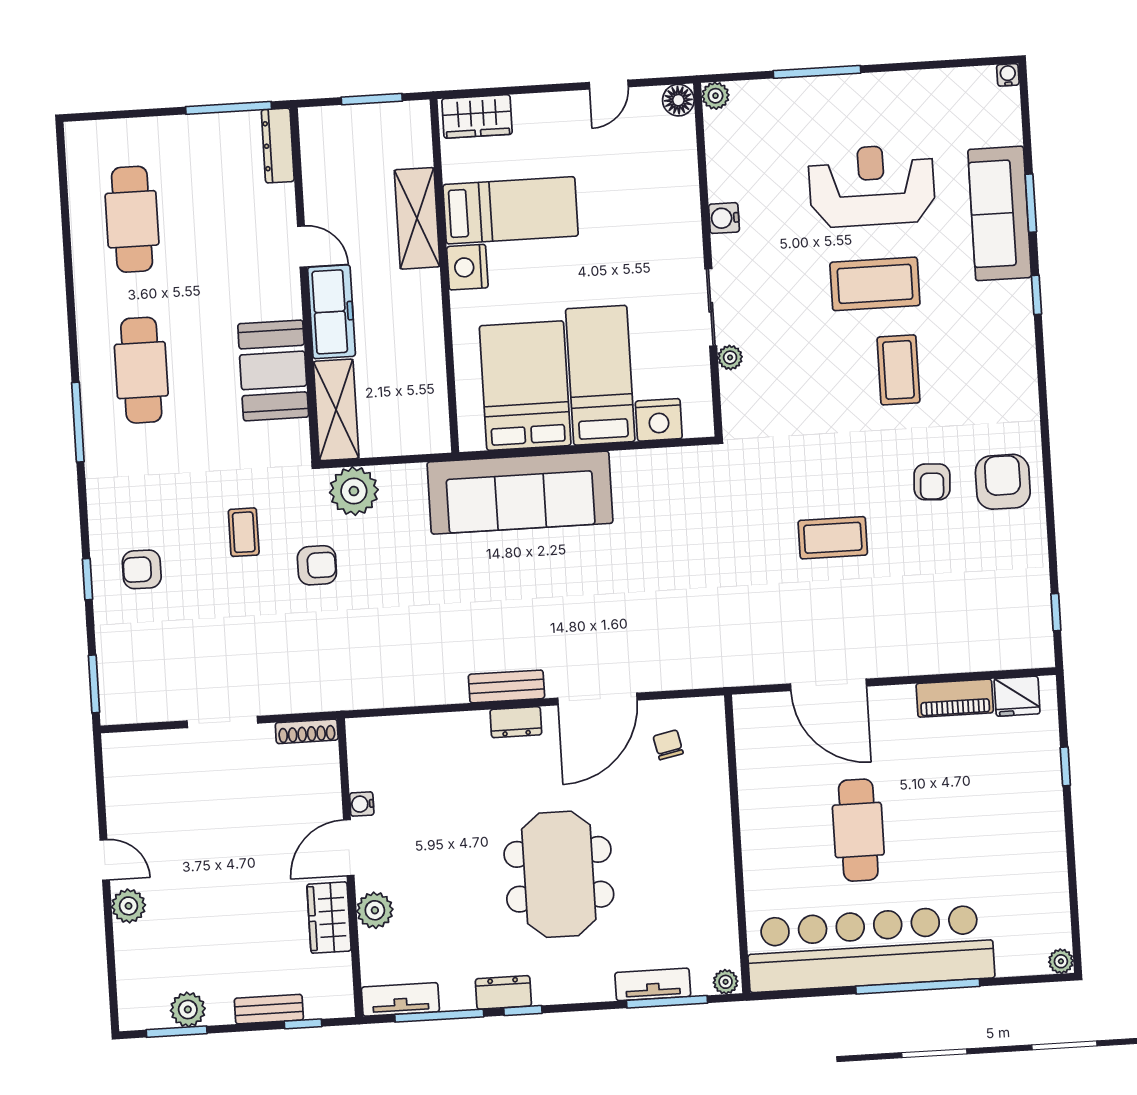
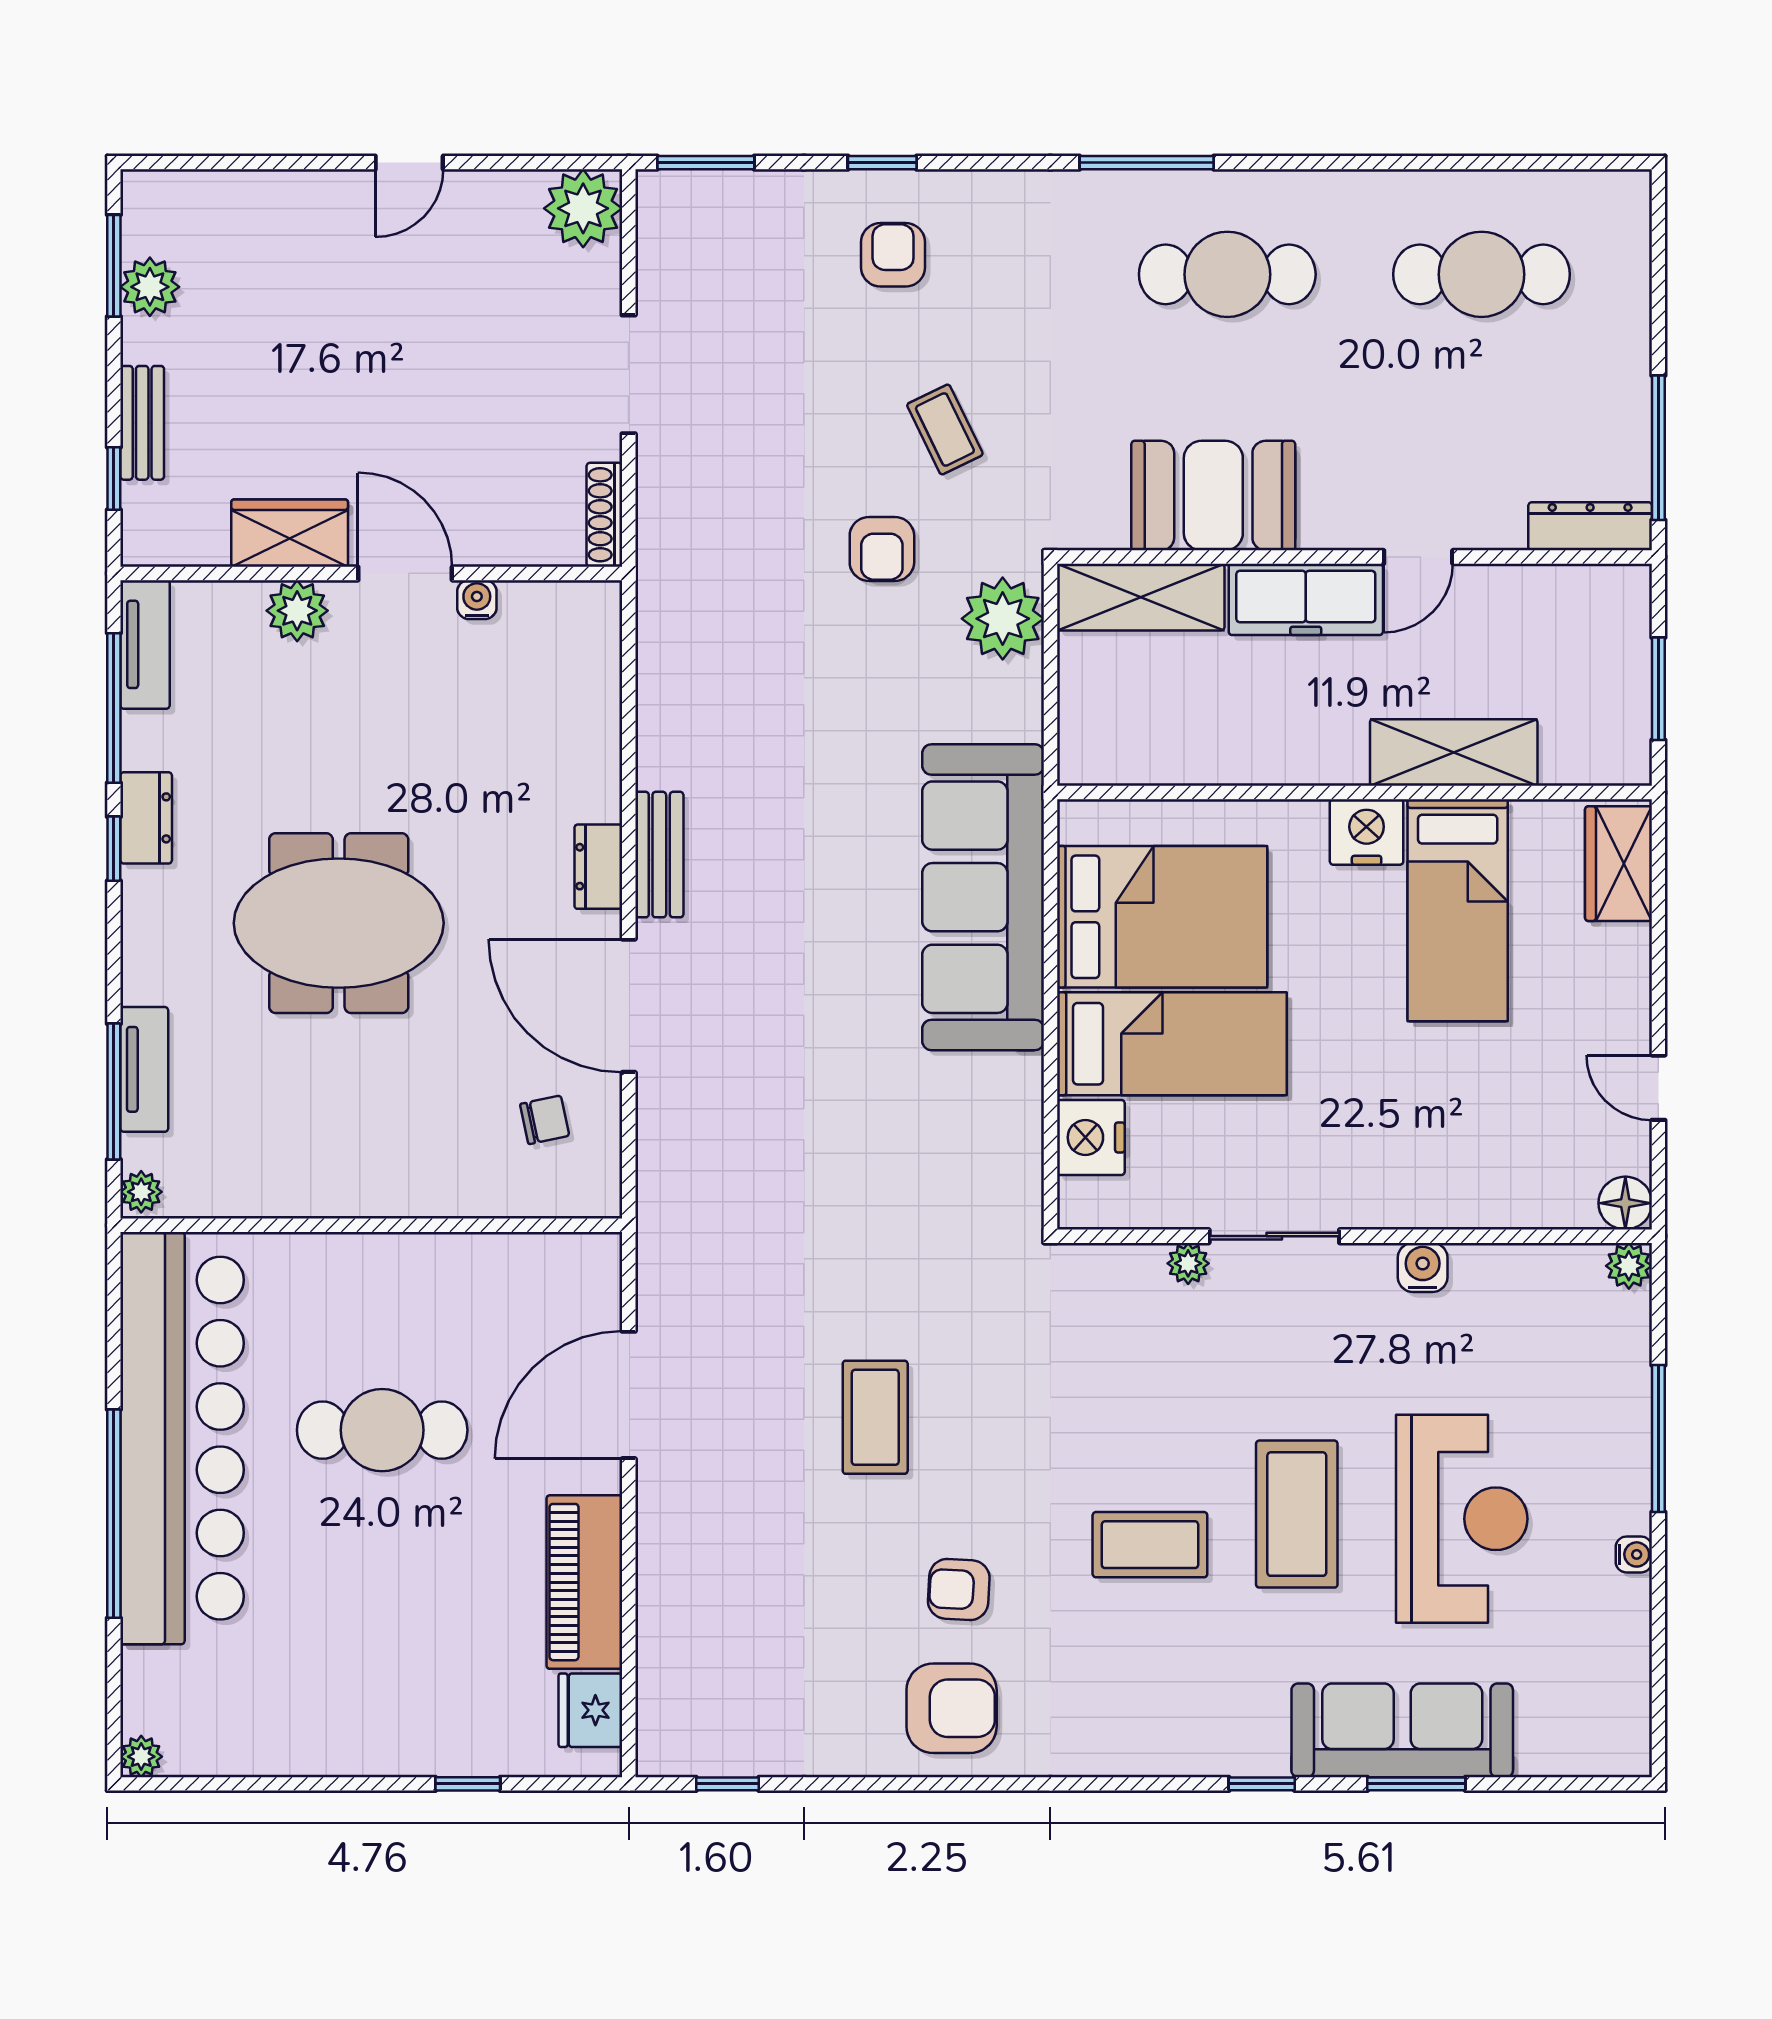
water cooler: (1008, 75) -> (1634, 1554), moved
coffee table: (244, 532) -> (945, 429), turned 64
piano: (955, 698) -> (584, 1582), width x1.37, depth x1.33
plant: (129, 906) -> (583, 208), moved, width x1.36, depth x1.36

